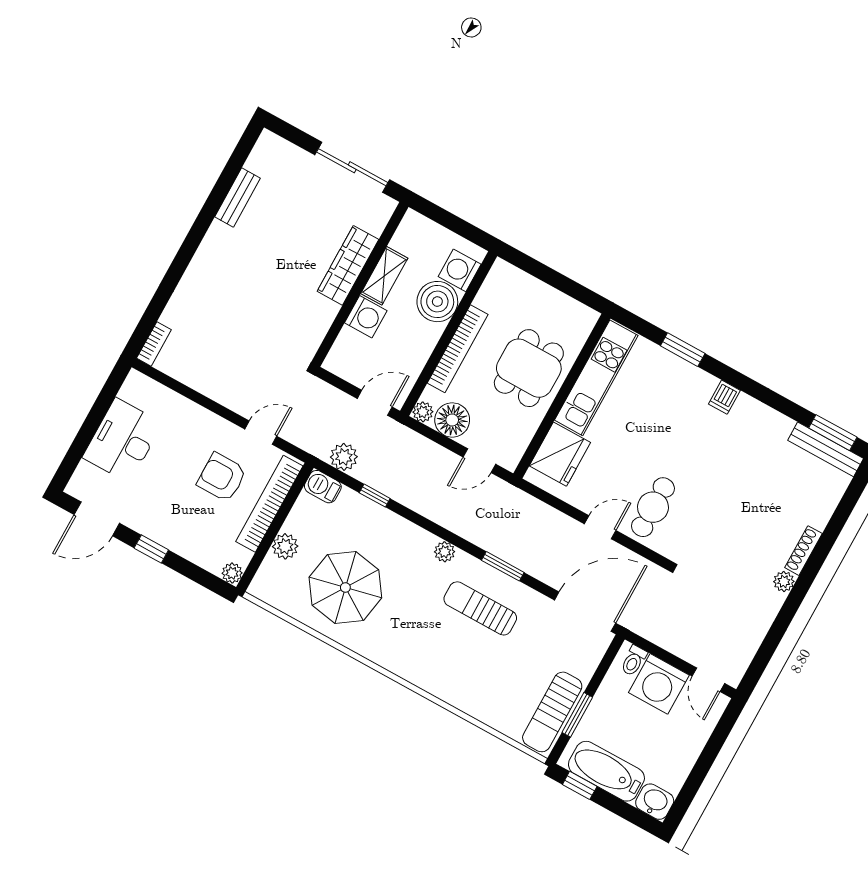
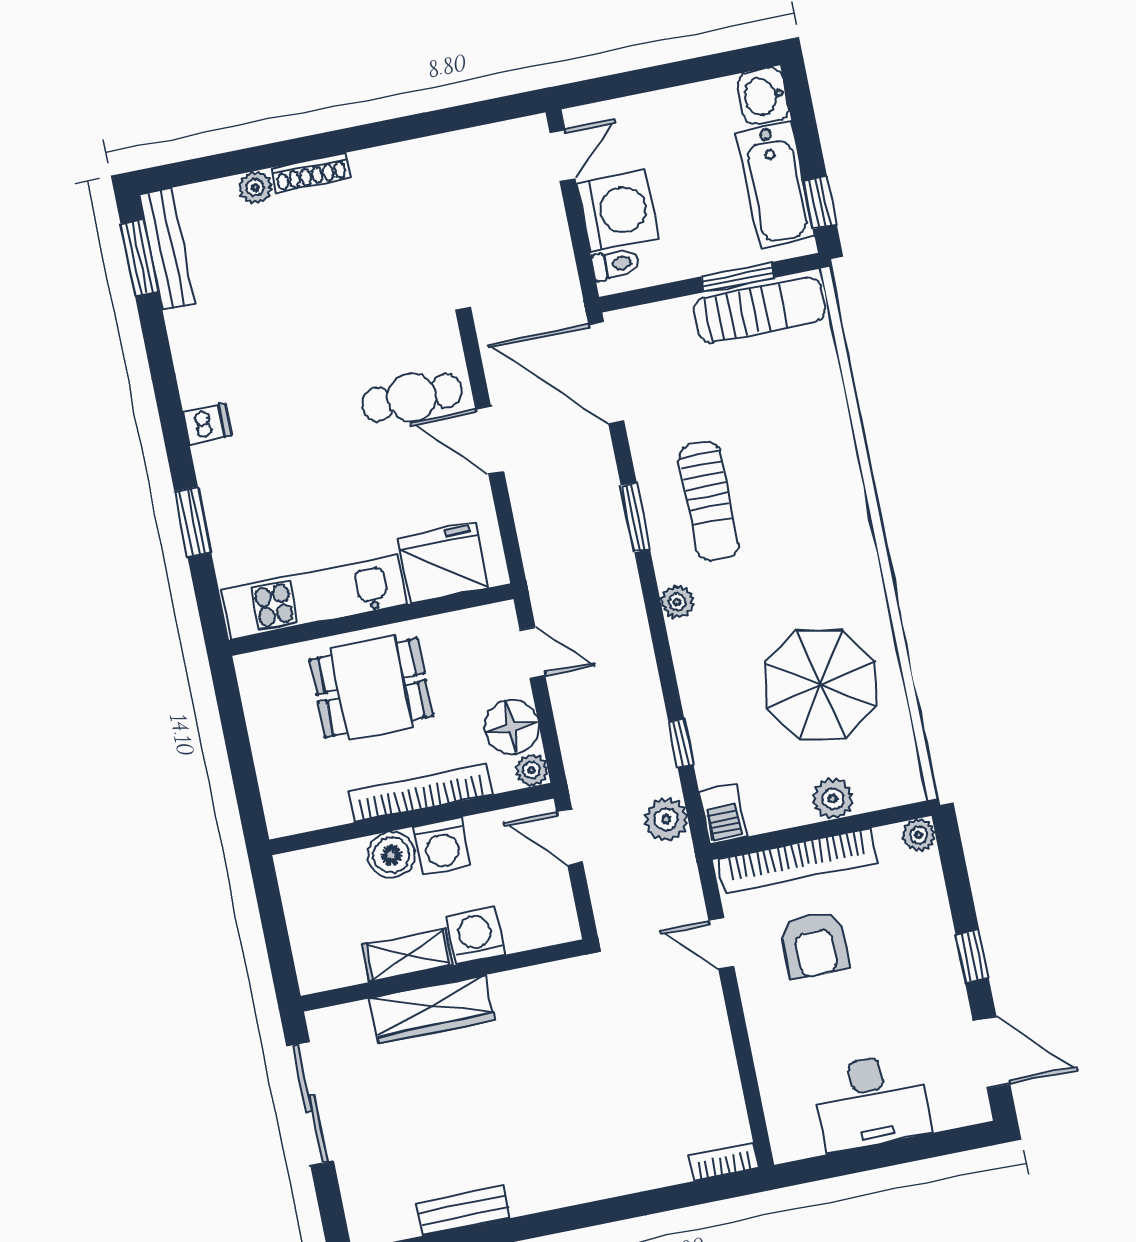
washing machine: (460, 270) -> (442, 846), moved
boiler: (437, 302) -> (391, 855), width x0.73, depth x0.73
door: (600, 527) -> (490, 440), width x1.38
plant: (784, 581) -> (255, 188), moved

